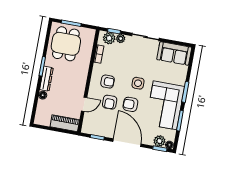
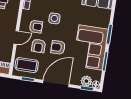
side table: (138, 83) -> (54, 18), moved
door: (84, 104) -> (16, 38), moved
coffee table: (97, 122) -> (27, 65), added
door: (127, 143) -> (56, 84), hinge flipped

